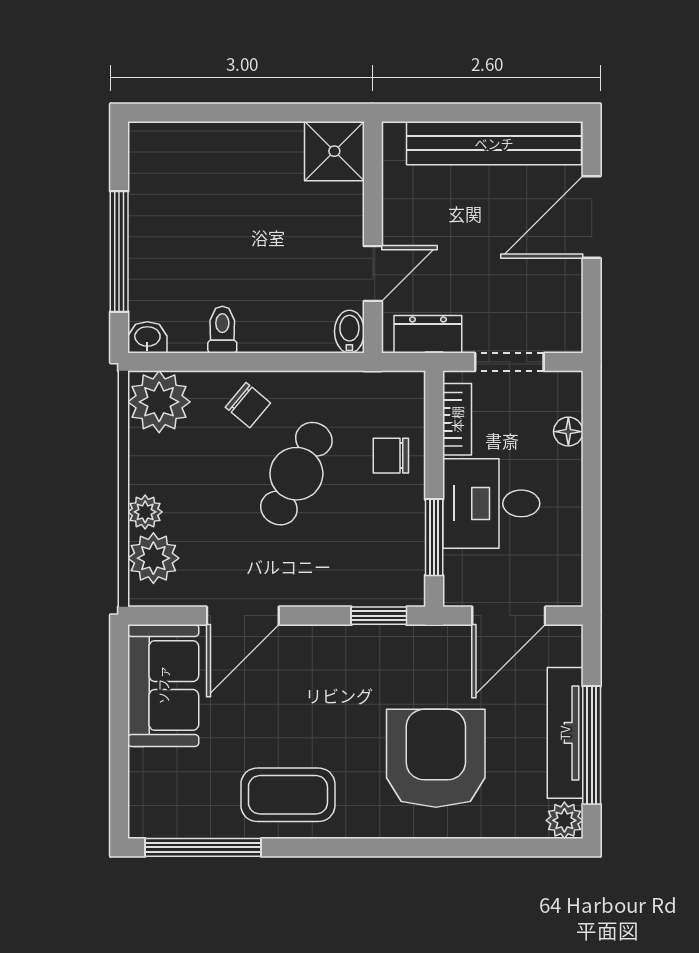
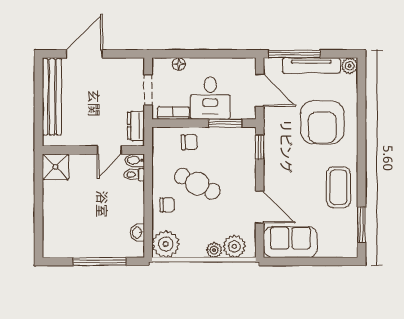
door: (592, 217) -> (84, 54), swing flipped
door: (373, 274) -> (109, 150), swing flipped
toilet: (222, 330) -> (134, 175), moved
washbasin: (147, 337) -> (137, 233), moved
chair: (248, 405) -> (167, 205), turned 50
chair: (391, 456) -> (189, 142), turned -93
window: (592, 745) -> (294, 54), moved
armchair: (436, 758) -> (322, 122), turned -90
window: (203, 847) -> (362, 225), width x0.69

